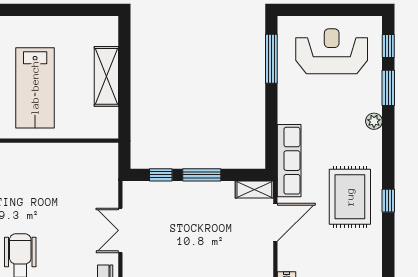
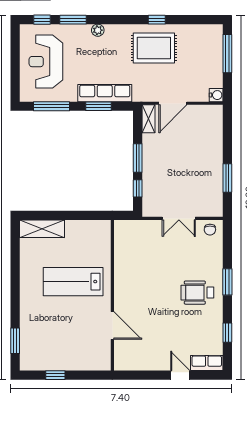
shelving: (106, 76) -> (42, 229), moved
lab bench: (35, 88) -> (73, 282), turned 180
window: (271, 122) -> (98, 106), added
row of seats: (289, 161) -> (105, 93), moved
door: (275, 222) -> (173, 103), swing flipped

